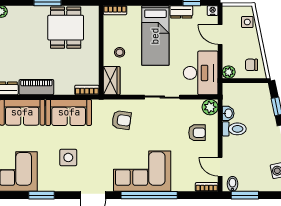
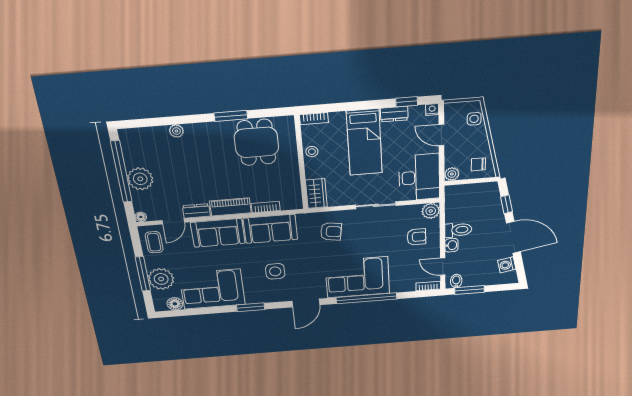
stool: (120, 52) -> (312, 152), moved
bookcase: (87, 90) -> (266, 207), moved
washbasin: (228, 113) -> (451, 245), moved

